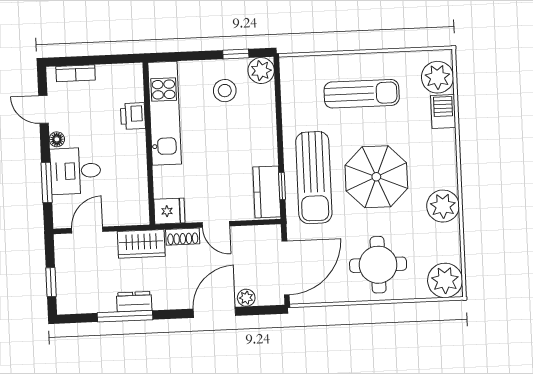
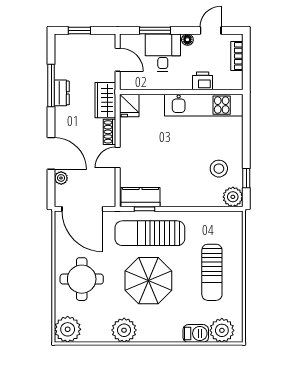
kitchen unit: (165, 113) -> (204, 105), moved
printer: (133, 116) -> (203, 81), moved
wall: (149, 143) -> (181, 92), moved
fridge: (169, 211) -> (129, 105), moved

